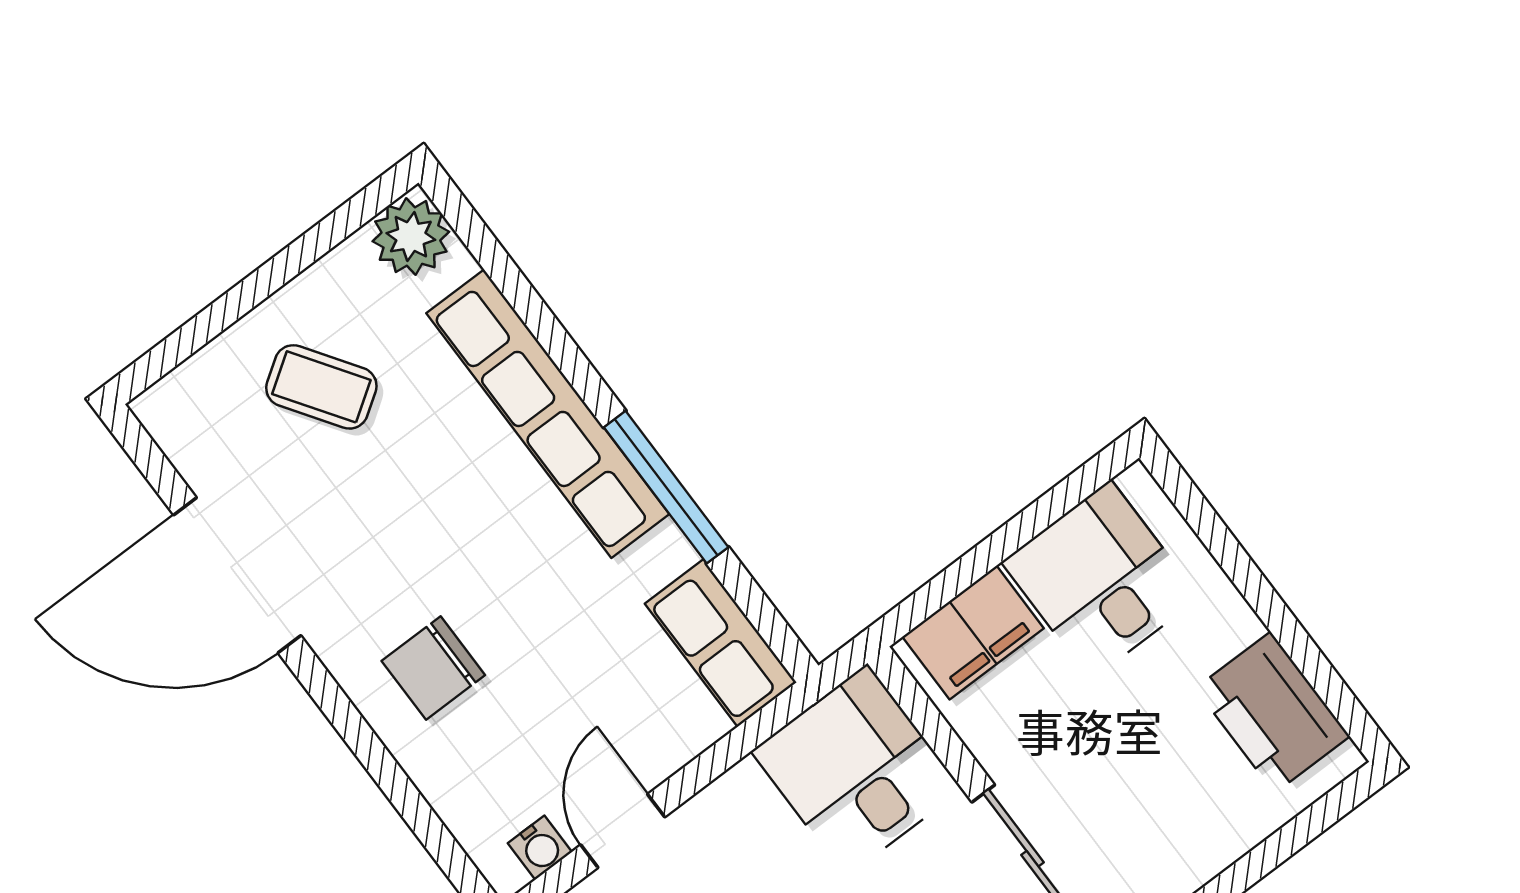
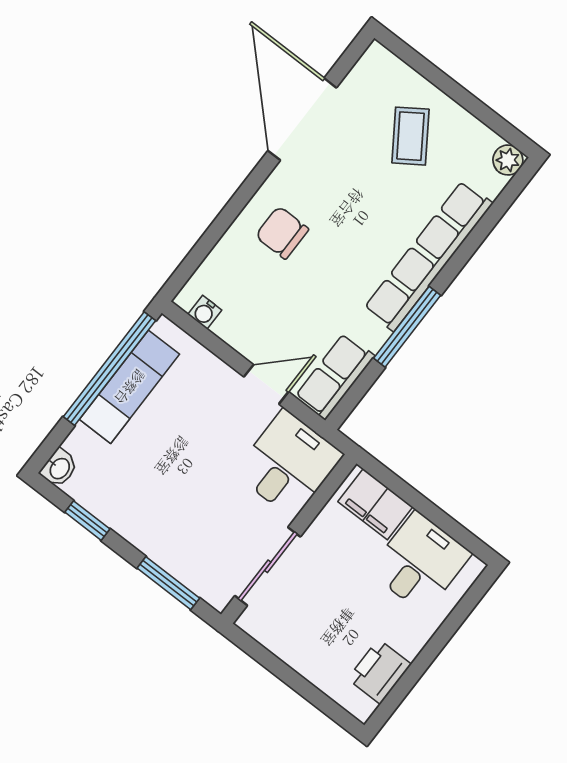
plant: (411, 237) -> (508, 160), width x0.73, depth x0.73
printer: (1273, 712) -> (379, 671), width x0.73, depth x0.84
door: (623, 831) -> (266, 384), moved

